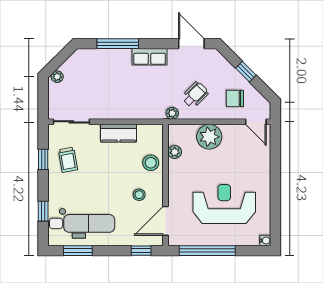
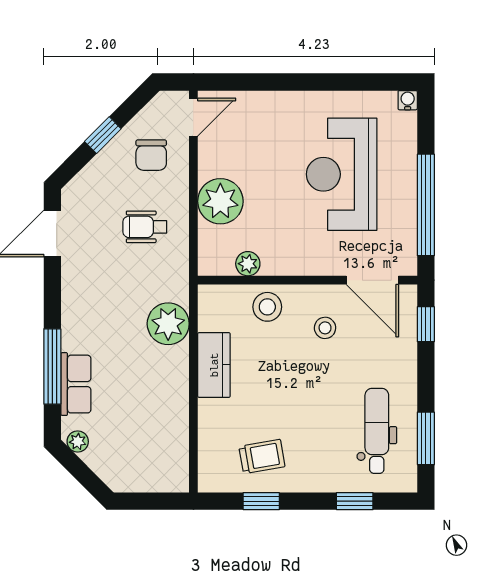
row of seats: (150, 57) -> (76, 384), moved
plant: (57, 77) -> (78, 442), moved
wheelchair: (195, 95) -> (145, 227), turned -45
plant: (172, 113) -> (168, 324), moved, width x1.87, depth x1.87
sliding door: (71, 122) -> (193, 450), removed
dental chair: (82, 223) -> (377, 431), width x0.73, depth x0.72

